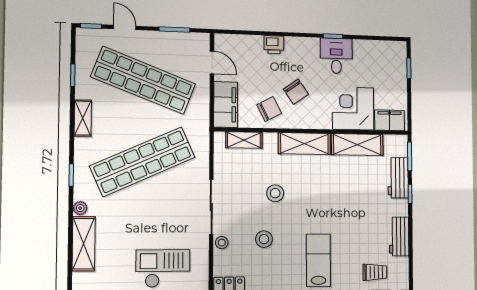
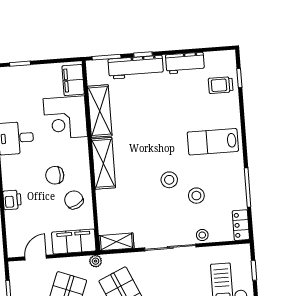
chair: (296, 92) -> (55, 175), turned -145
plant: (203, 126) -> (96, 261), added
shelving: (244, 140) -> (116, 242), moved, turned 90
workbench: (398, 178) -> (136, 67), width x1.38
stool: (275, 193) -> (169, 180), moved
trolley: (375, 272) -> (221, 85), turned -90

